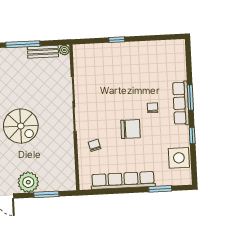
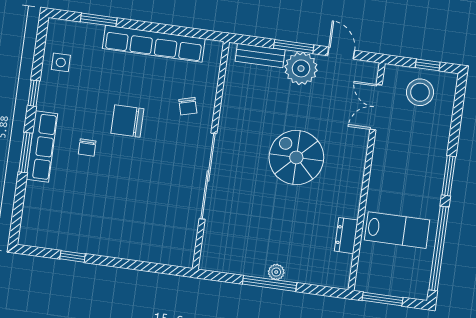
window: (117, 40) -> (73, 256), moved
plant: (64, 50) -> (276, 272), moved
bench: (43, 52) -> (260, 55), moved
side table: (179, 158) -> (61, 62), width x0.54, depth x0.54
window: (46, 194) -> (294, 47), moved

